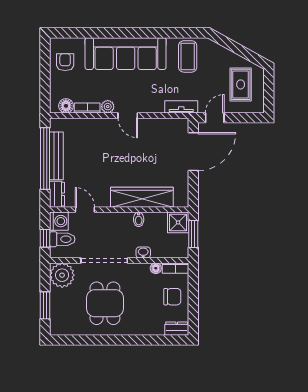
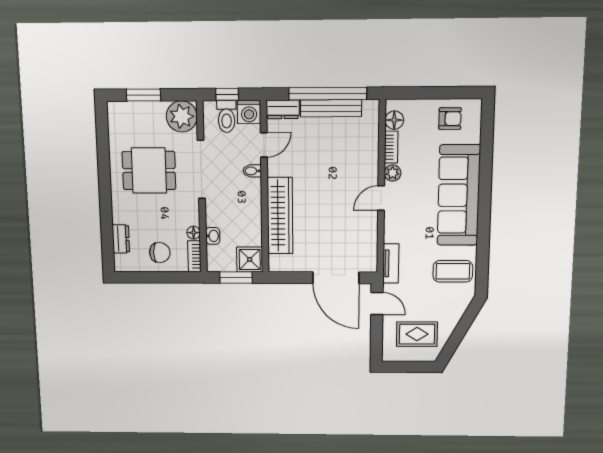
bidet: (139, 219) -> (252, 171), moved
washbasin: (143, 253) -> (213, 236), moved
chair: (172, 297) -> (160, 253), turned -90
dresser: (177, 329) -> (121, 239), moved

